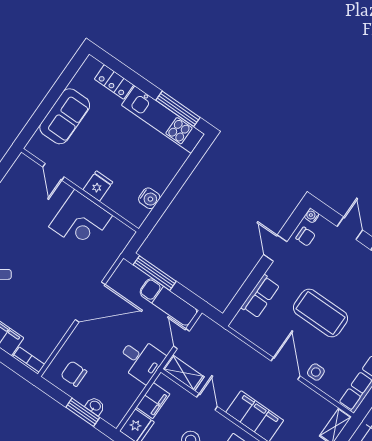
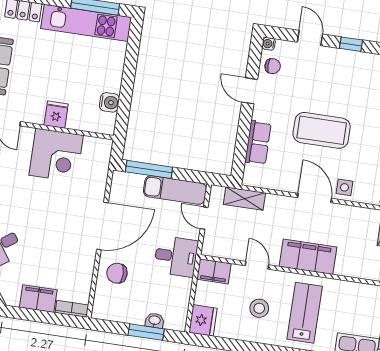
shelving: (184, 373) -> (244, 199), moved
chair: (74, 374) -> (117, 273), moved
filing cabinet: (153, 401) -> (214, 271), moved, turned 90

